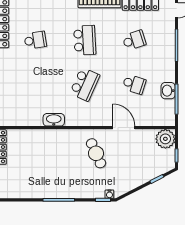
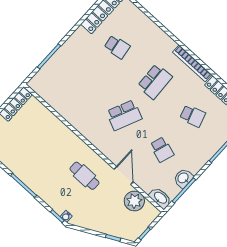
washbasin: (54, 120) -> (160, 198), moved
plant: (165, 139) -> (134, 201), moved
cafe table: (96, 153) -> (84, 176), turned -66

